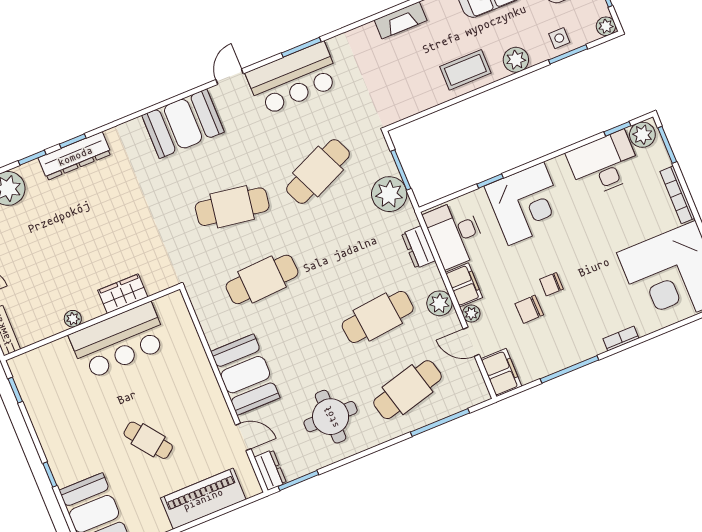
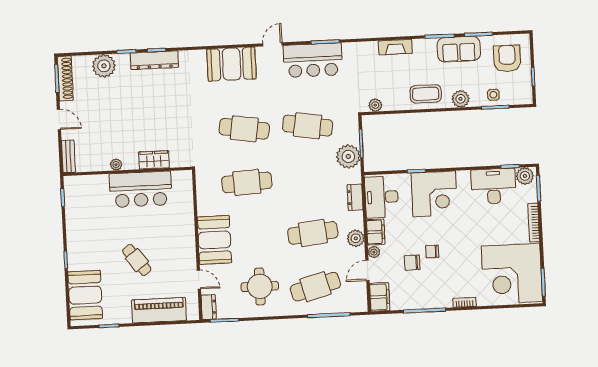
plant: (606, 26) -> (375, 105), moved
cafe table: (318, 171) -> (308, 126), turned 33
door: (471, 342) -> (367, 270), hinge flipped

